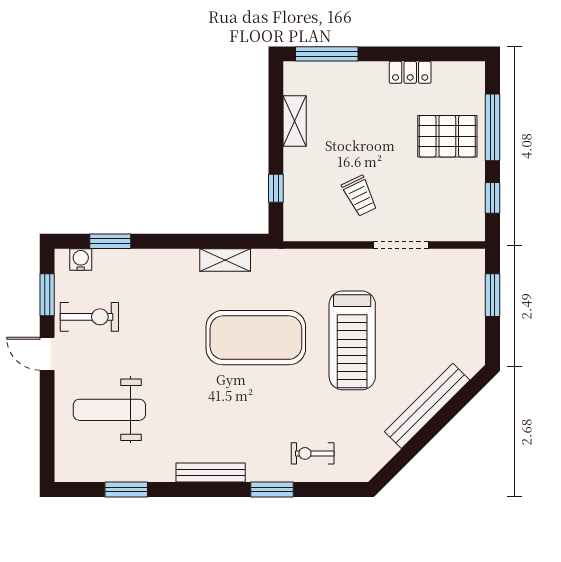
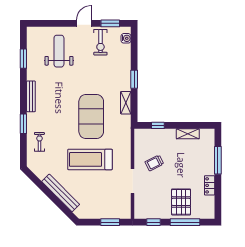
window: (327, 54) -> (218, 160), moved
window: (110, 241) -> (134, 79), moved

